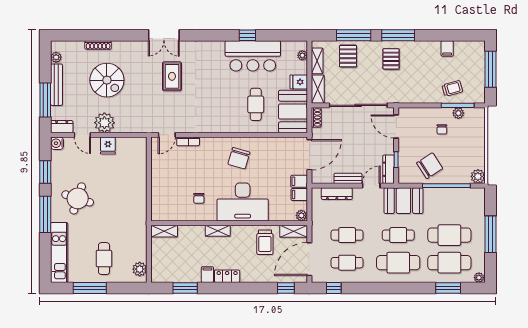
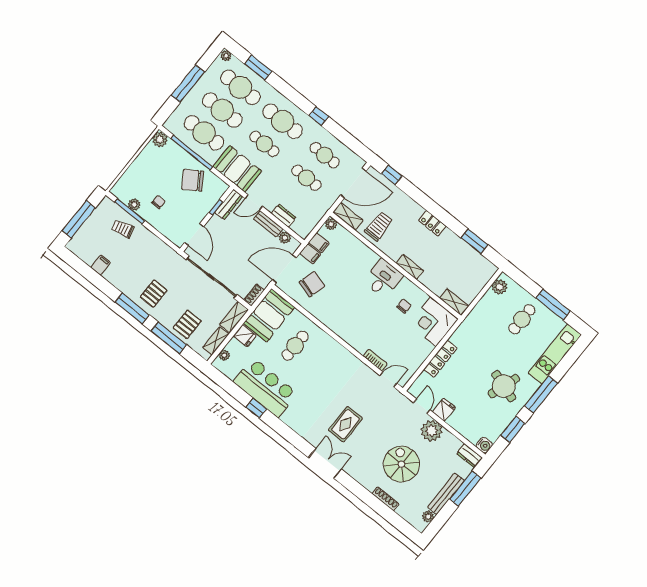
door: (82, 135) -> (422, 406), moved
chair: (239, 158) -> (312, 284), moved
plant: (327, 178) -> (285, 238), added
locker: (141, 181) -> (440, 359), added
dresser: (337, 194) -> (284, 216), width x0.70
desk: (243, 202) -> (383, 278), width x0.53, depth x0.77
corner desk: (168, 204) -> (433, 322), added
cafe table: (449, 208) -> (204, 133), added
filing cabinet: (207, 275) -> (447, 238), removed
window: (334, 288) -> (319, 116), moved

